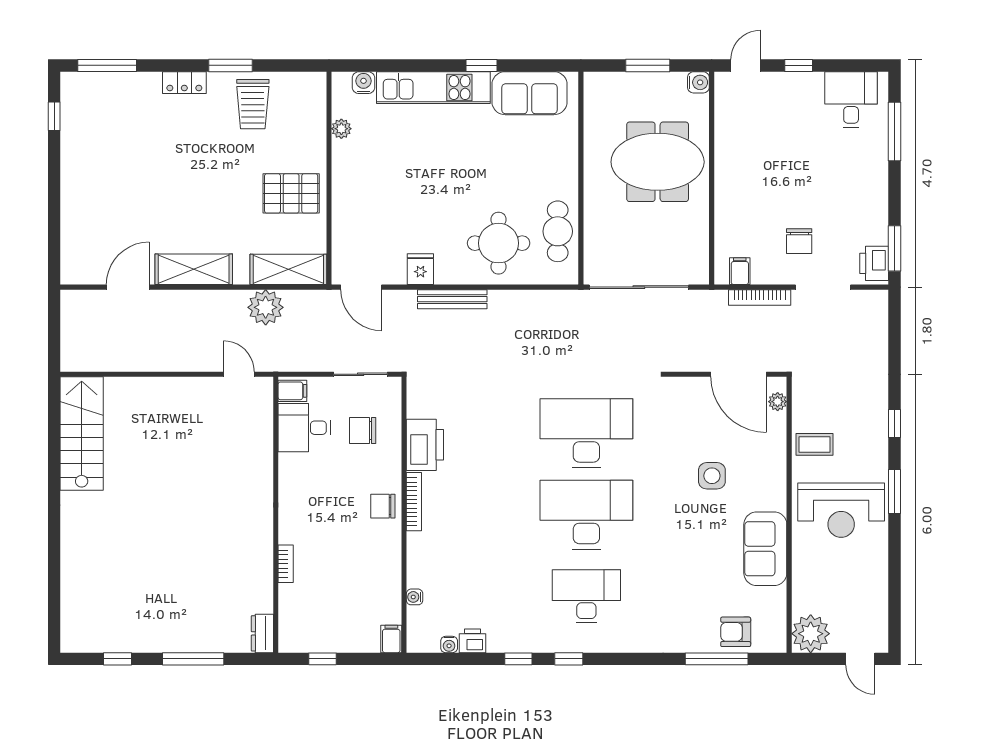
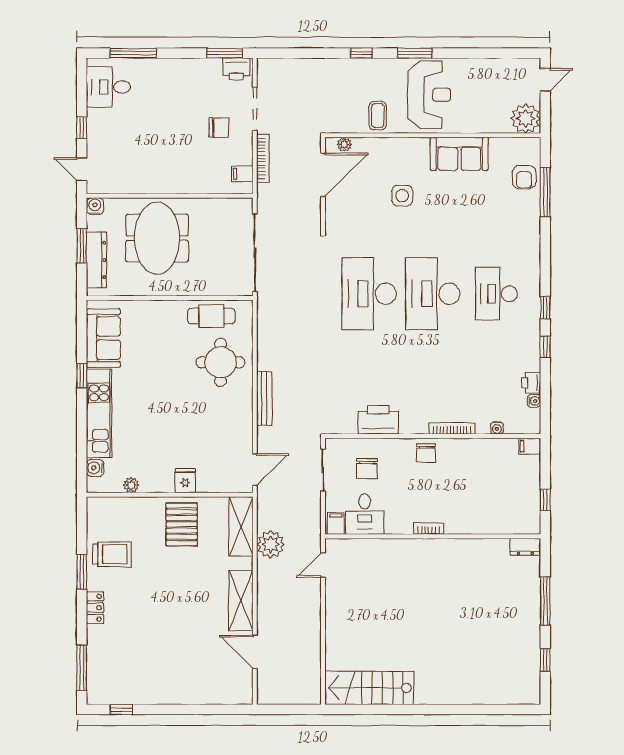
dresser: (630, 84) -> (96, 260), added
fridge: (420, 269) -> (185, 481), moved, turned 90
bookcase: (414, 502) -> (452, 428), moved
bookcase: (286, 564) -> (429, 529), moved

